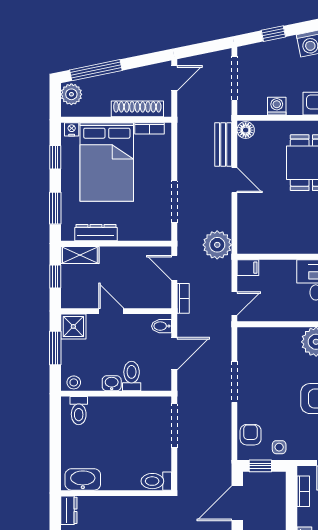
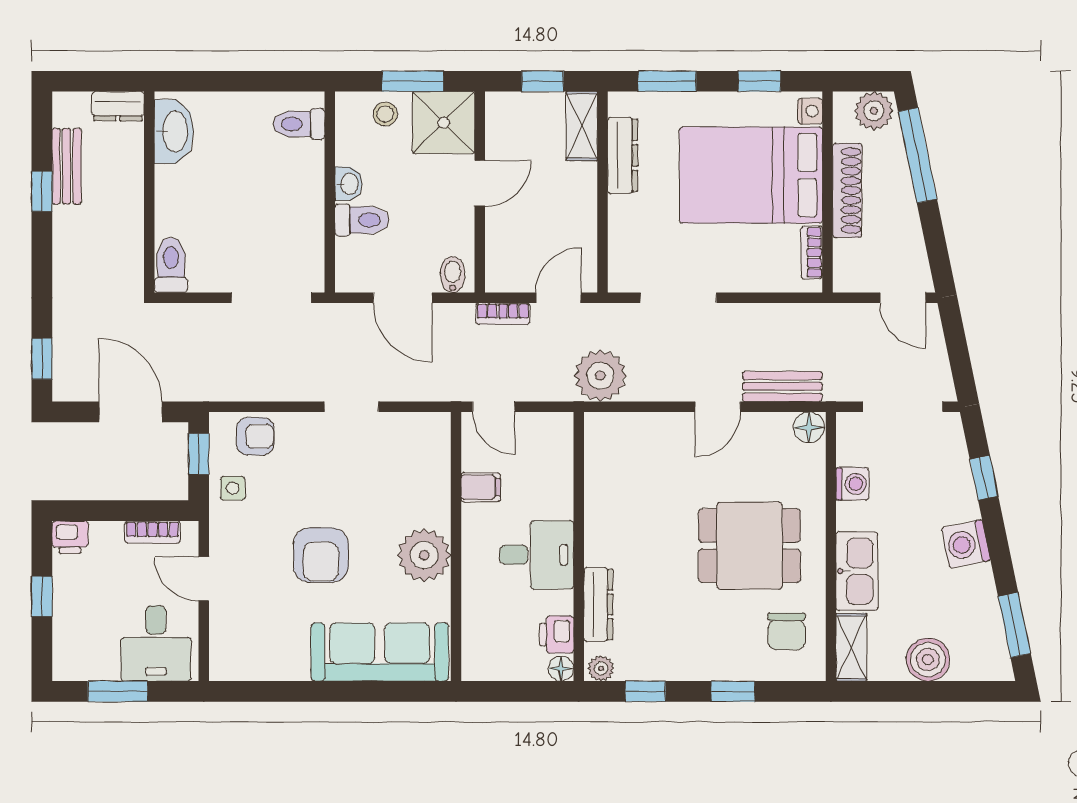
shoe rack: (137, 109) -> (847, 190), moved
filing cabinet: (248, 268) -> (481, 487), moved, turned -90
shower: (73, 326) -> (444, 123), width x1.36, depth x1.36
stool: (74, 382) -> (385, 114), moved
doorway: (234, 382) -> (352, 407), width x0.73

